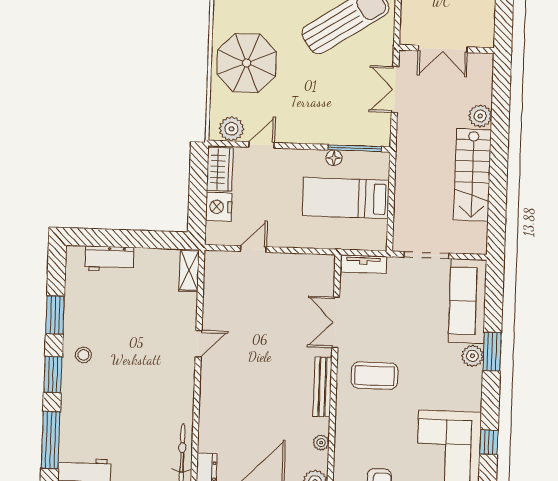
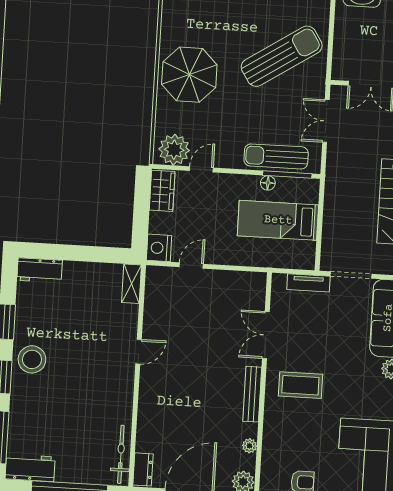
parasol: (247, 63) -> (189, 75), moved
plant: (231, 129) -> (174, 150), width x1.36, depth x1.36
sun lounger: (342, 129) -> (276, 156), added
nightstand: (219, 207) -> (159, 248), moved
workbench: (109, 259) -> (40, 270), moved
tv unit: (363, 264) -> (308, 283), moved
stool: (83, 355) -> (32, 359), width x1.89, depth x1.89

